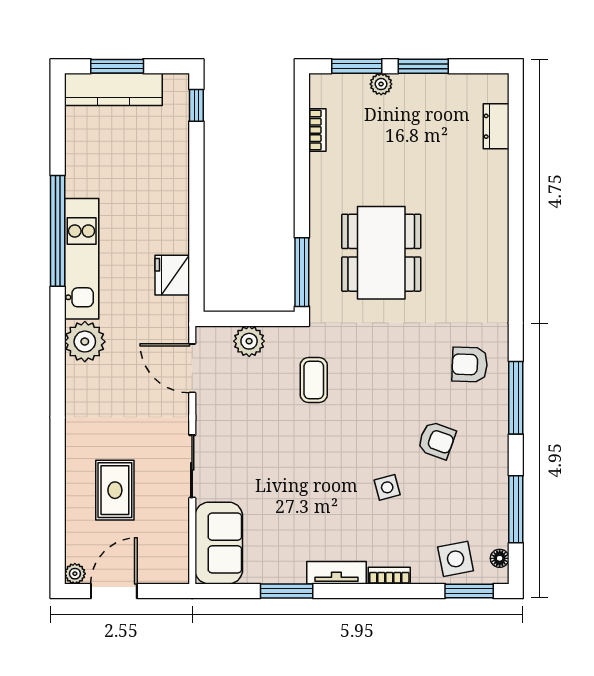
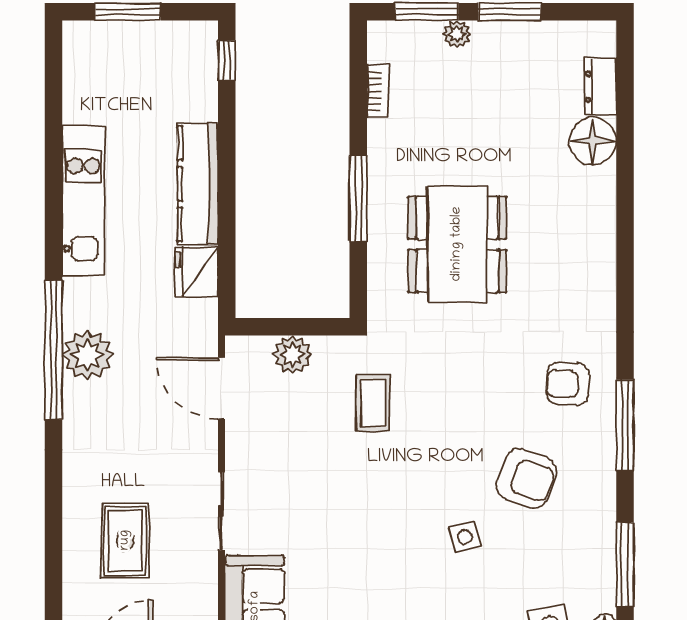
kitchen counter: (113, 89) -> (198, 184), moved, turned 90
floor lamp: (490, 170) -> (593, 141), added
window: (58, 231) -> (54, 350), moved
kitchen unit: (82, 259) -> (83, 200), moved
window: (302, 272) -> (358, 199), moved
armchair: (437, 440) -> (526, 478), width x1.38, depth x1.38

